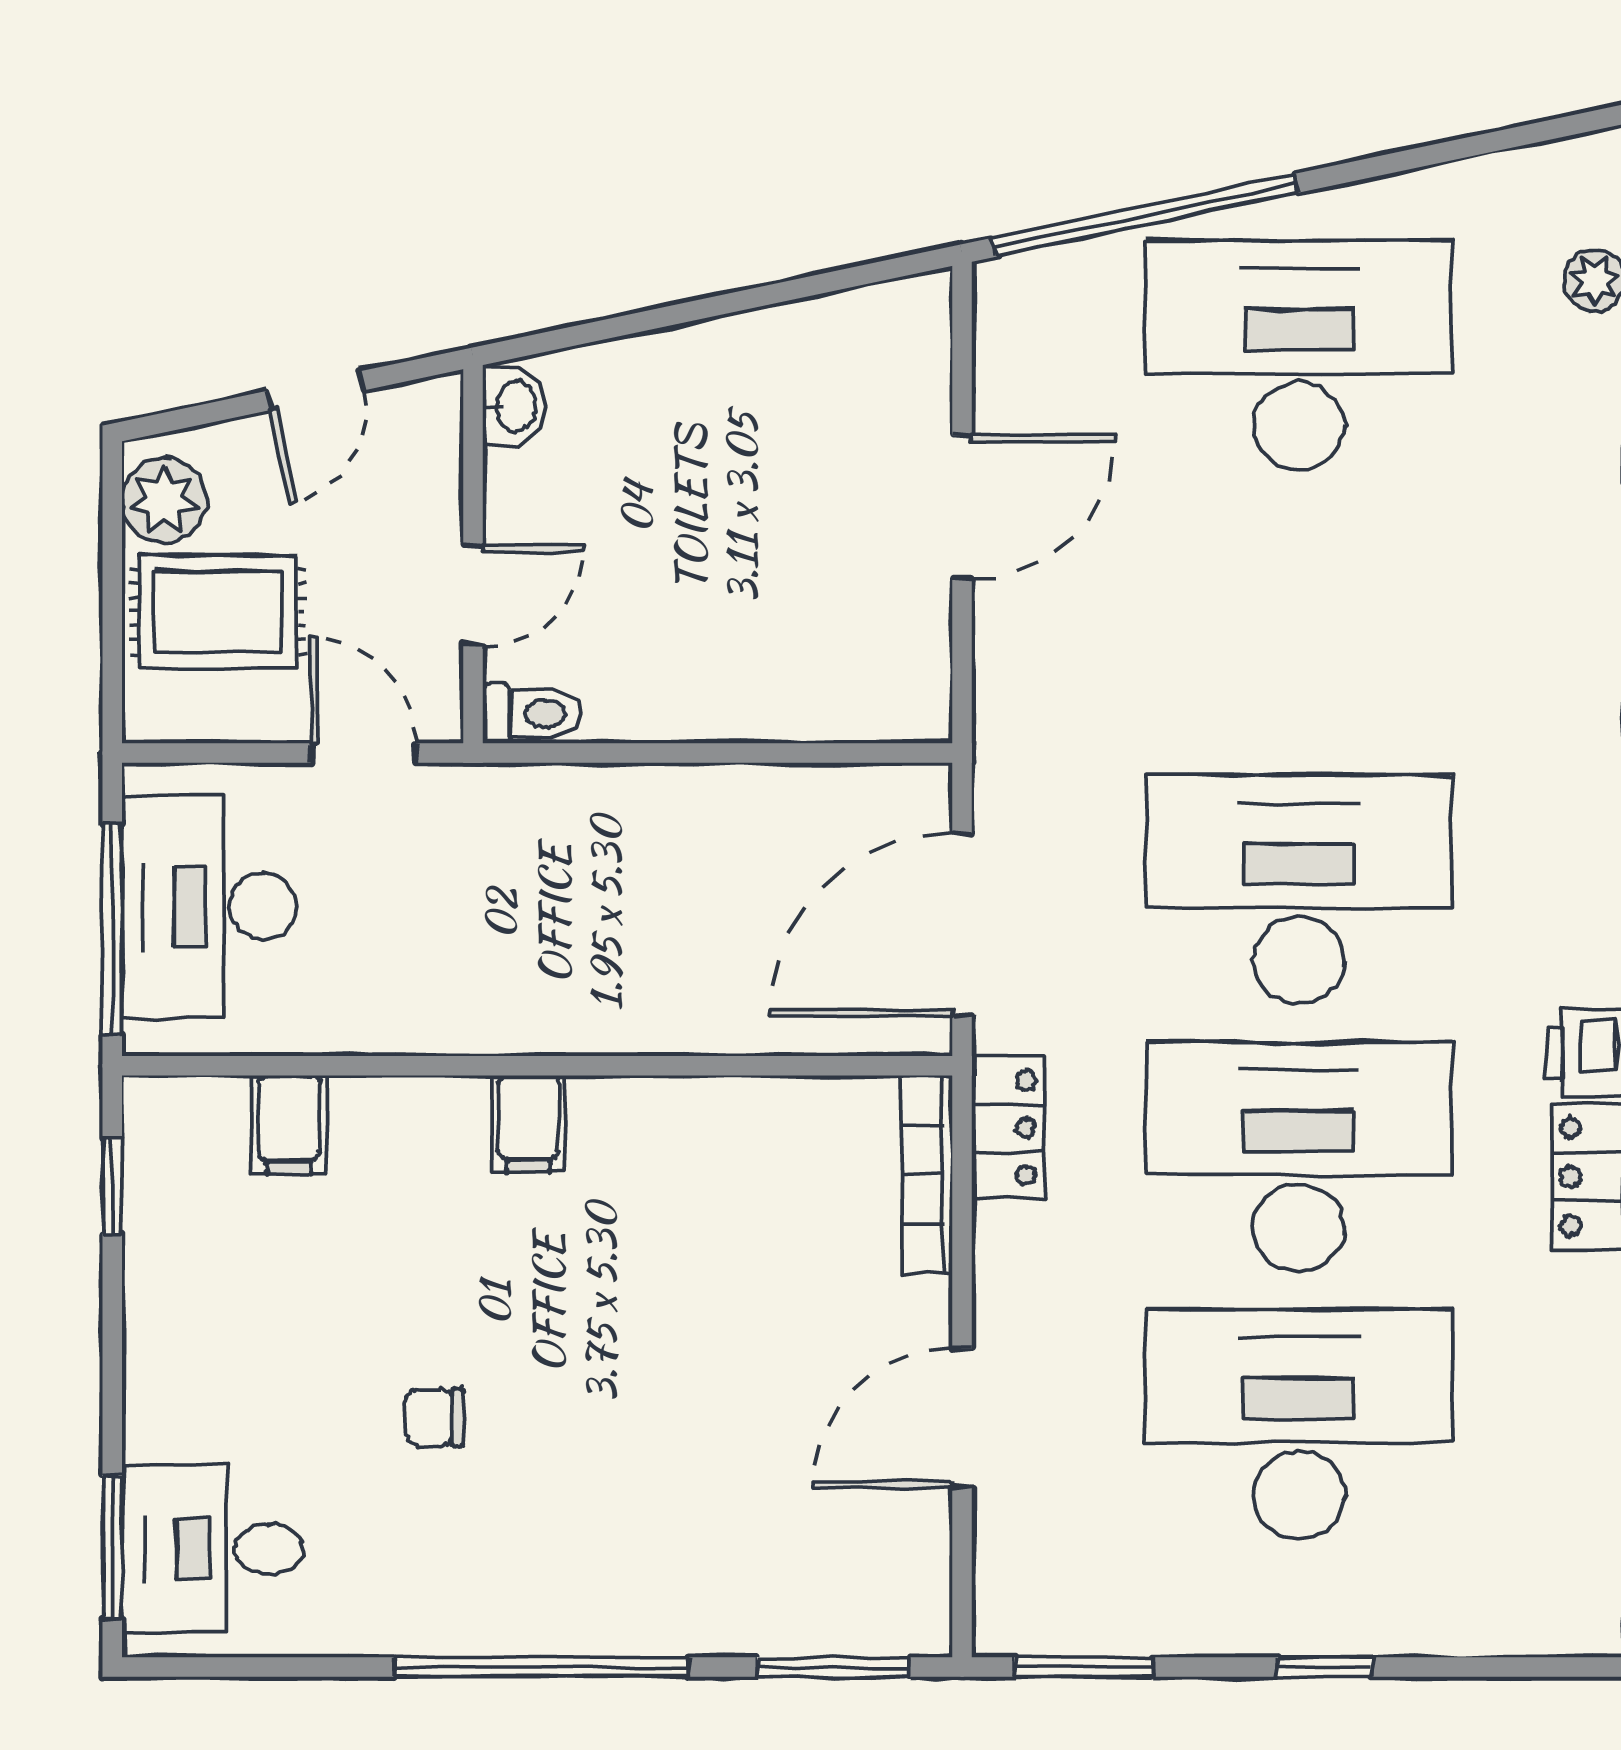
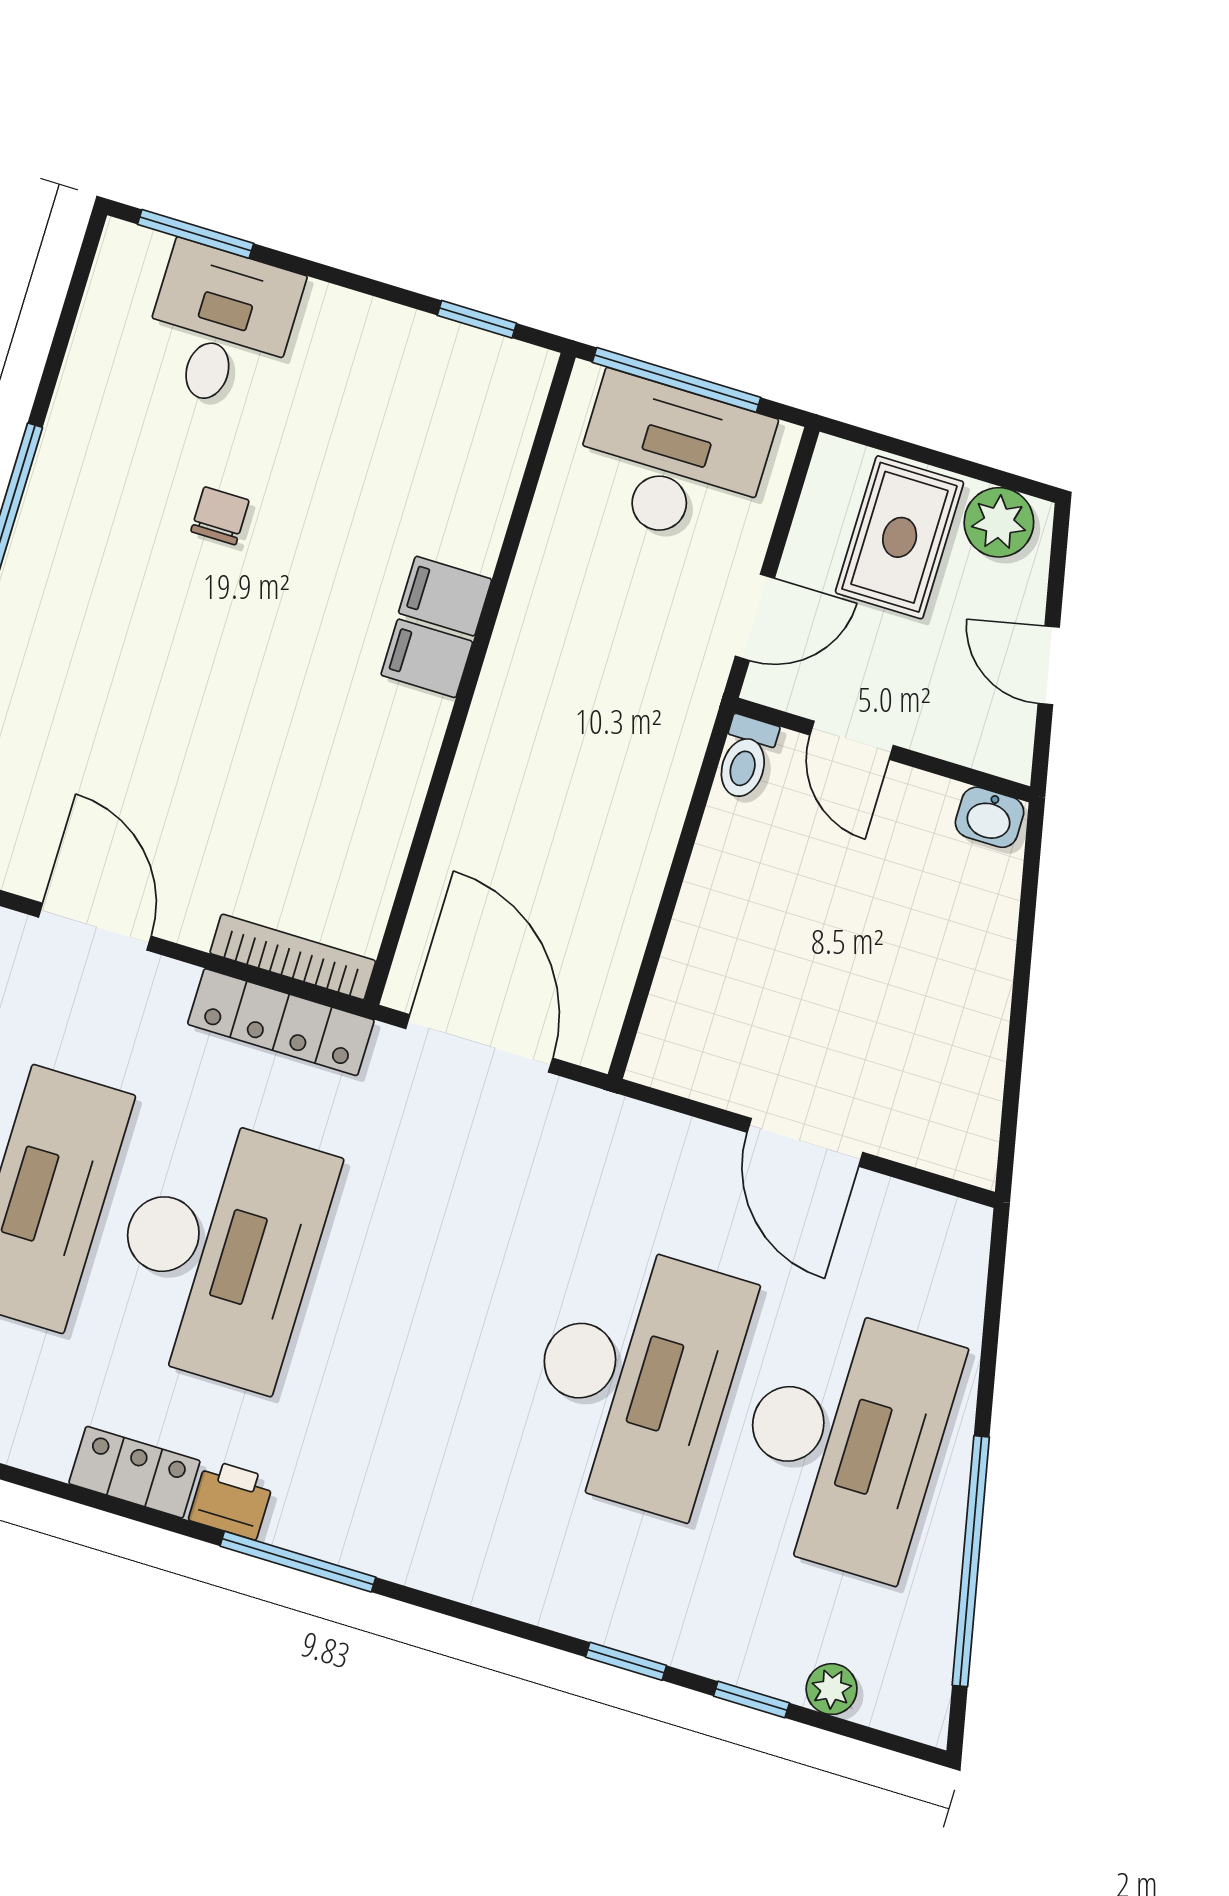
window: (1145, 215) -> (971, 1561), moved
desk: (1299, 889) -> (635, 1377), moved
filing cabinet: (289, 1125) -> (445, 596), moved
locker: (1008, 1128) -> (281, 1022), width x1.53
desk: (213, 1549) -> (221, 327), moved

